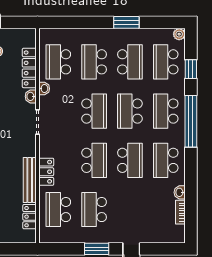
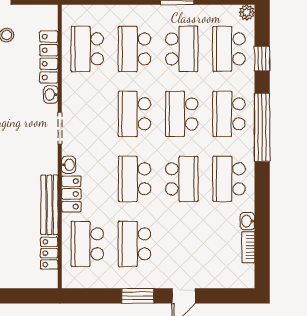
washbasin: (44, 89) -> (69, 165), moved
school desk: (94, 111) -> (135, 114), turned 180
school desk: (94, 160) -> (135, 179), turned 180

